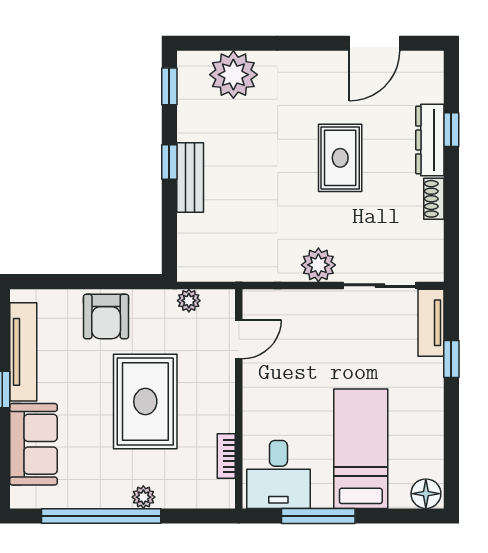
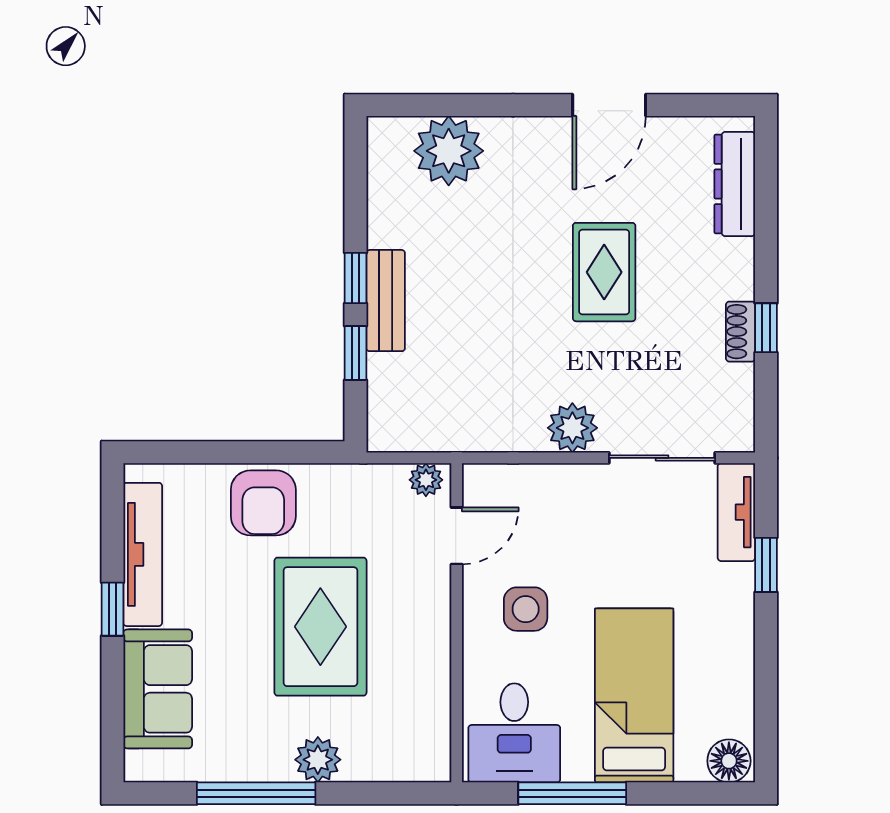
door: (374, 43) -> (609, 105), moved
window: (169, 86) -> (355, 353), moved
window: (451, 130) -> (766, 328), moved
dresser: (430, 140) -> (735, 184), moved
plant: (189, 301) -> (426, 480), moved
side table: (286, 389) -> (526, 609), added
bookcase: (226, 456) -> (438, 706), removed
plant: (143, 497) -> (318, 760), width x1.38, depth x1.38
window: (101, 516) -> (256, 793), width x0.68

